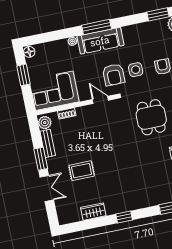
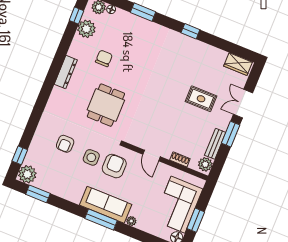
corner sofa: (54, 91) -> (178, 205), moved, turned 90
door: (100, 100) -> (152, 155), moved
wardrobe: (93, 212) -> (238, 64), moved

